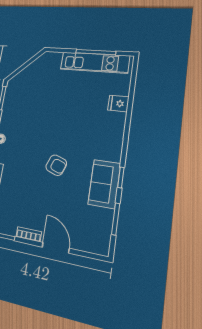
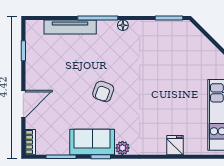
plant: (115, 154) -> (122, 148), added
bookcase: (29, 234) -> (30, 142), moved

